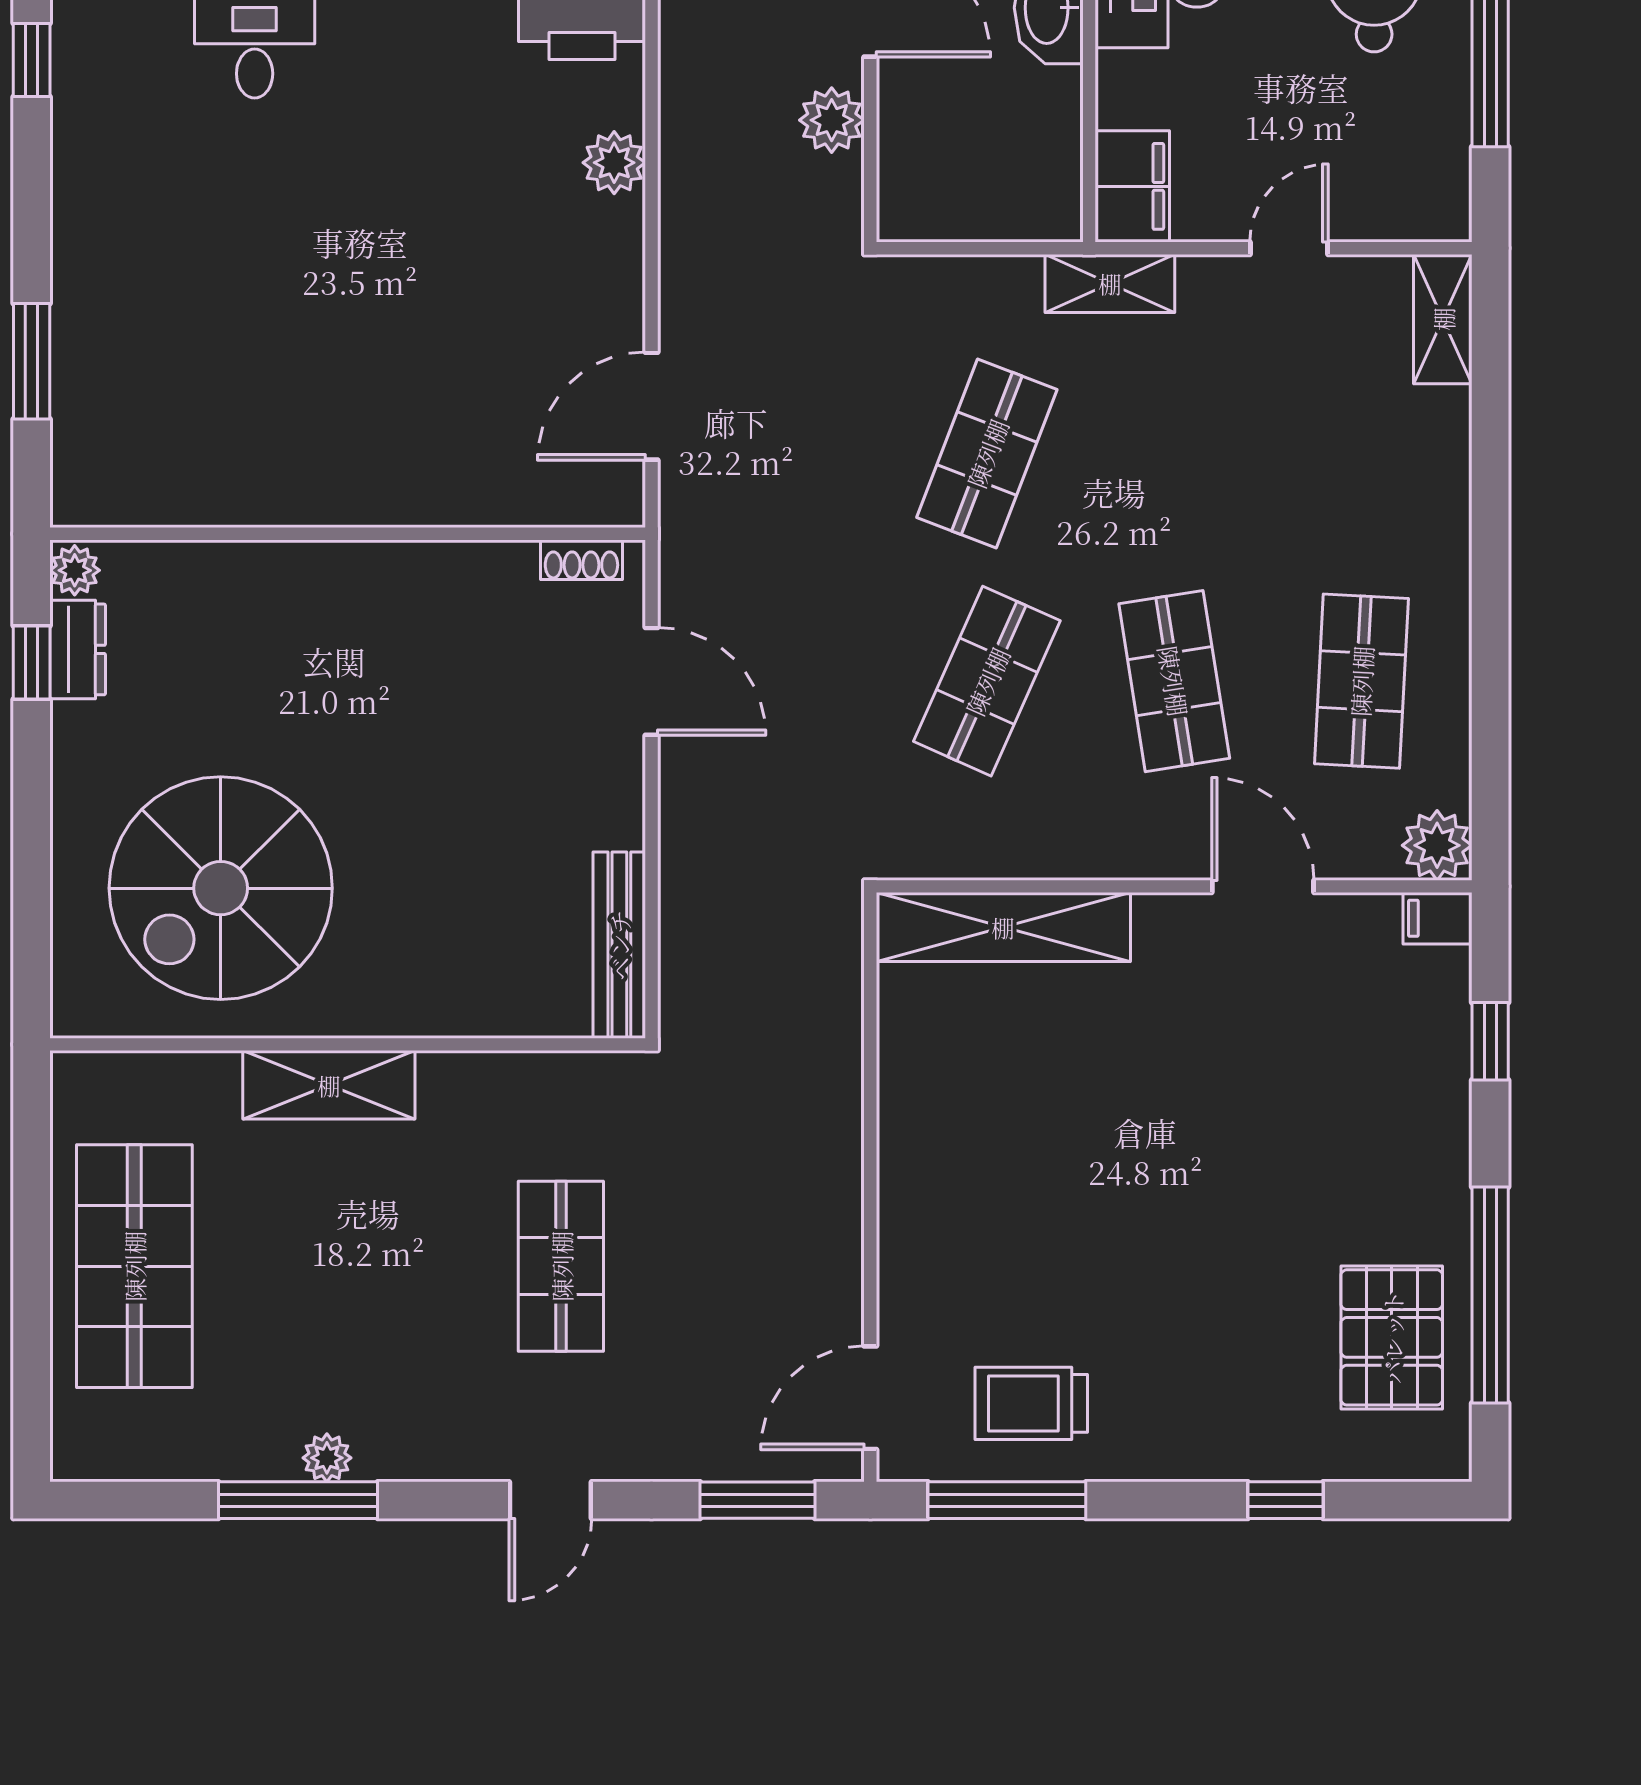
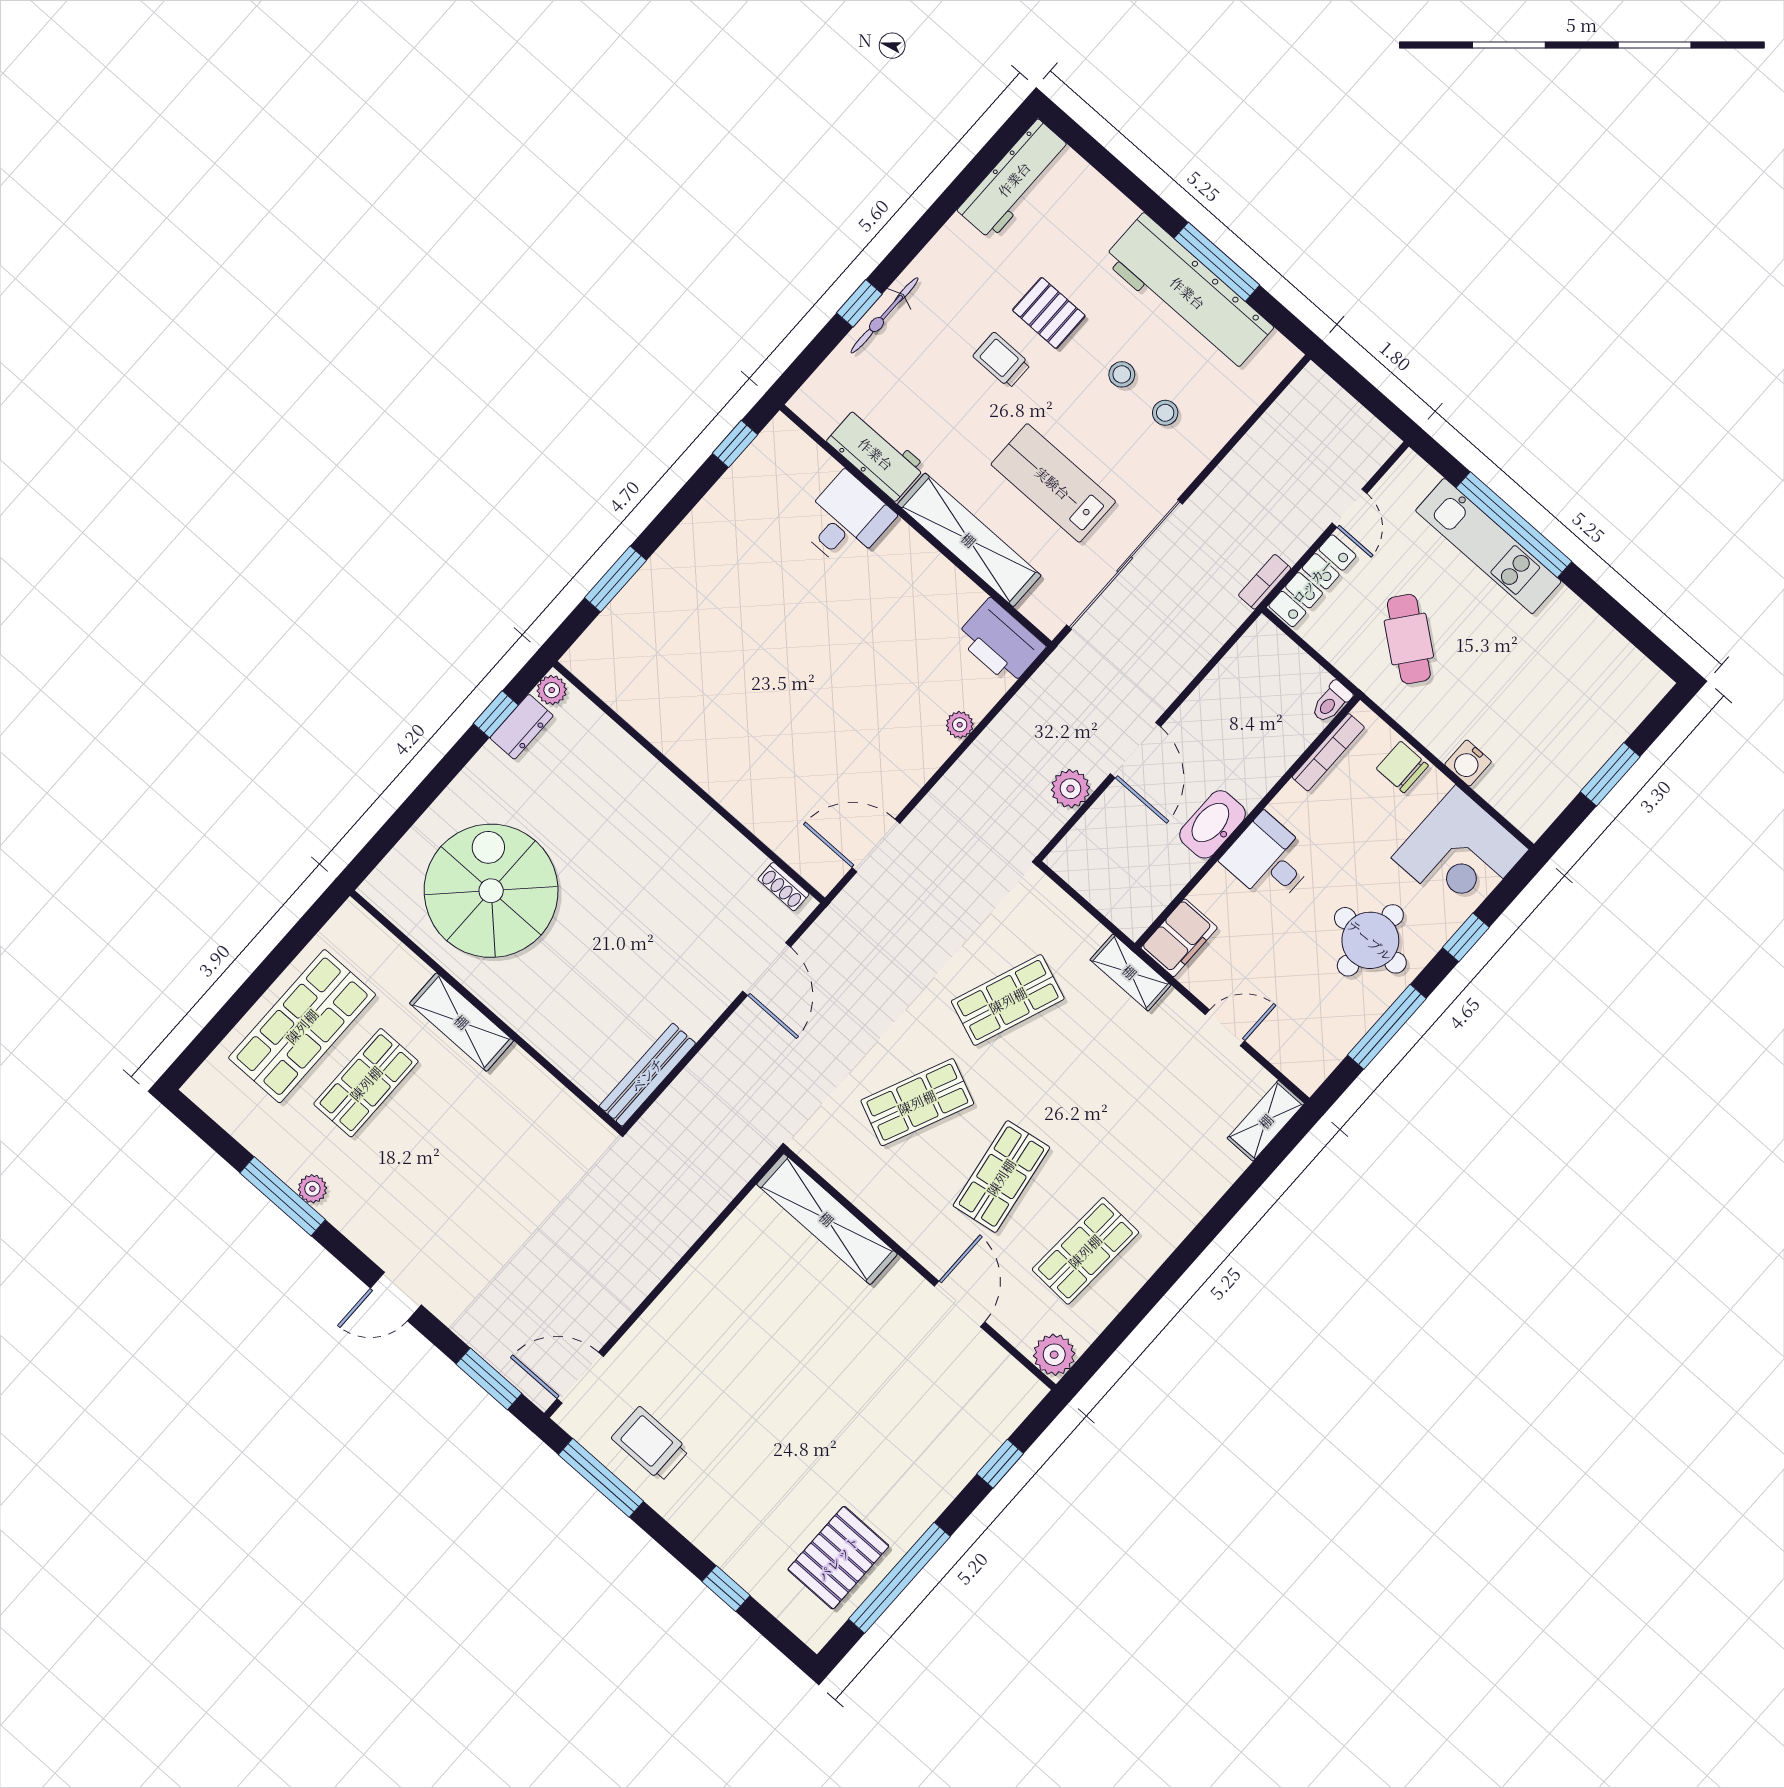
plant: (614, 163) -> (960, 725), width x0.73, depth x0.73
spiral stairs: (221, 888) -> (491, 891), turned 90
filing cabinet: (1438, 918) -> (1025, 1388), removed
shop shelf: (561, 1266) -> (366, 1083), moved

